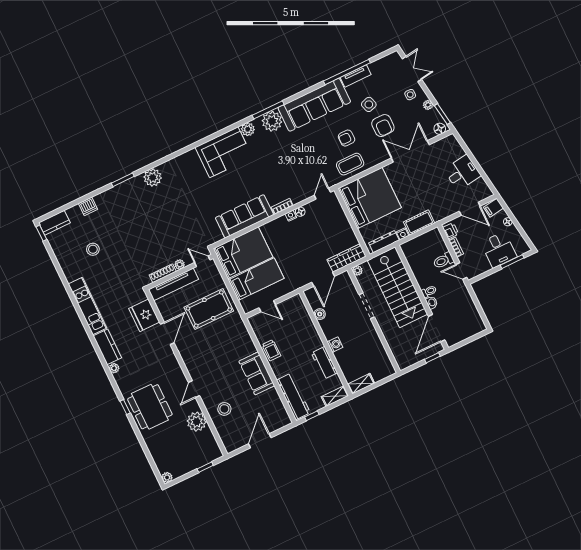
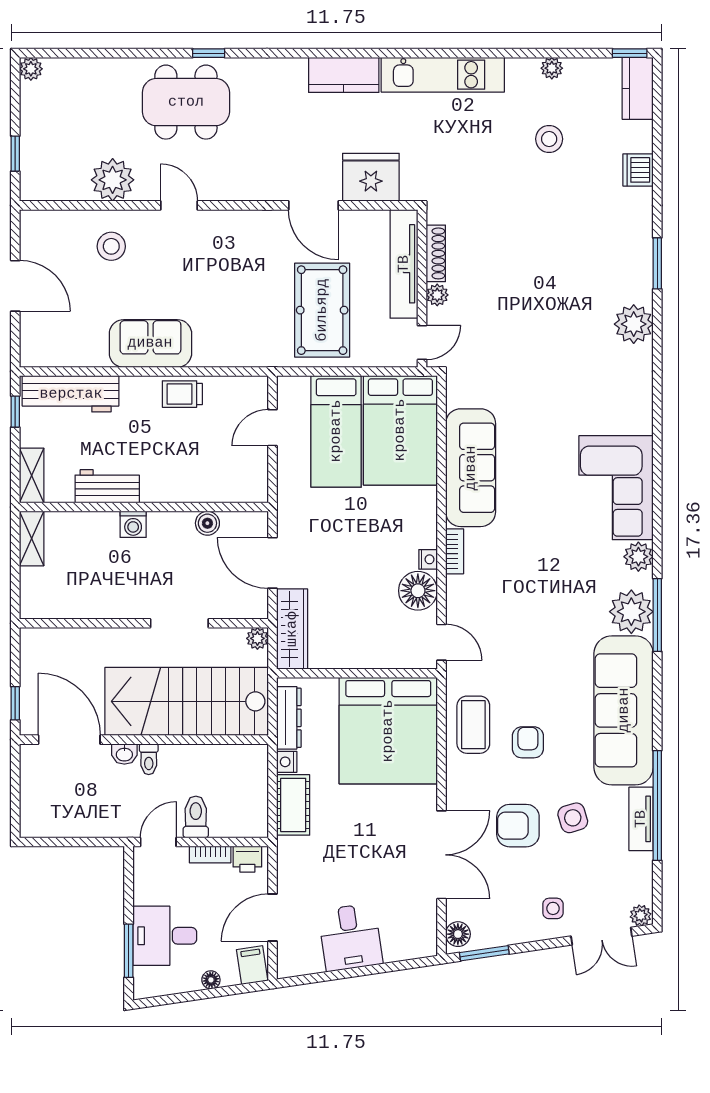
plant: (428, 105) -> (641, 915), moved
floor lamp: (300, 212) -> (418, 591), width x1.89, depth x1.89
plant: (114, 368) -> (552, 68), moved

